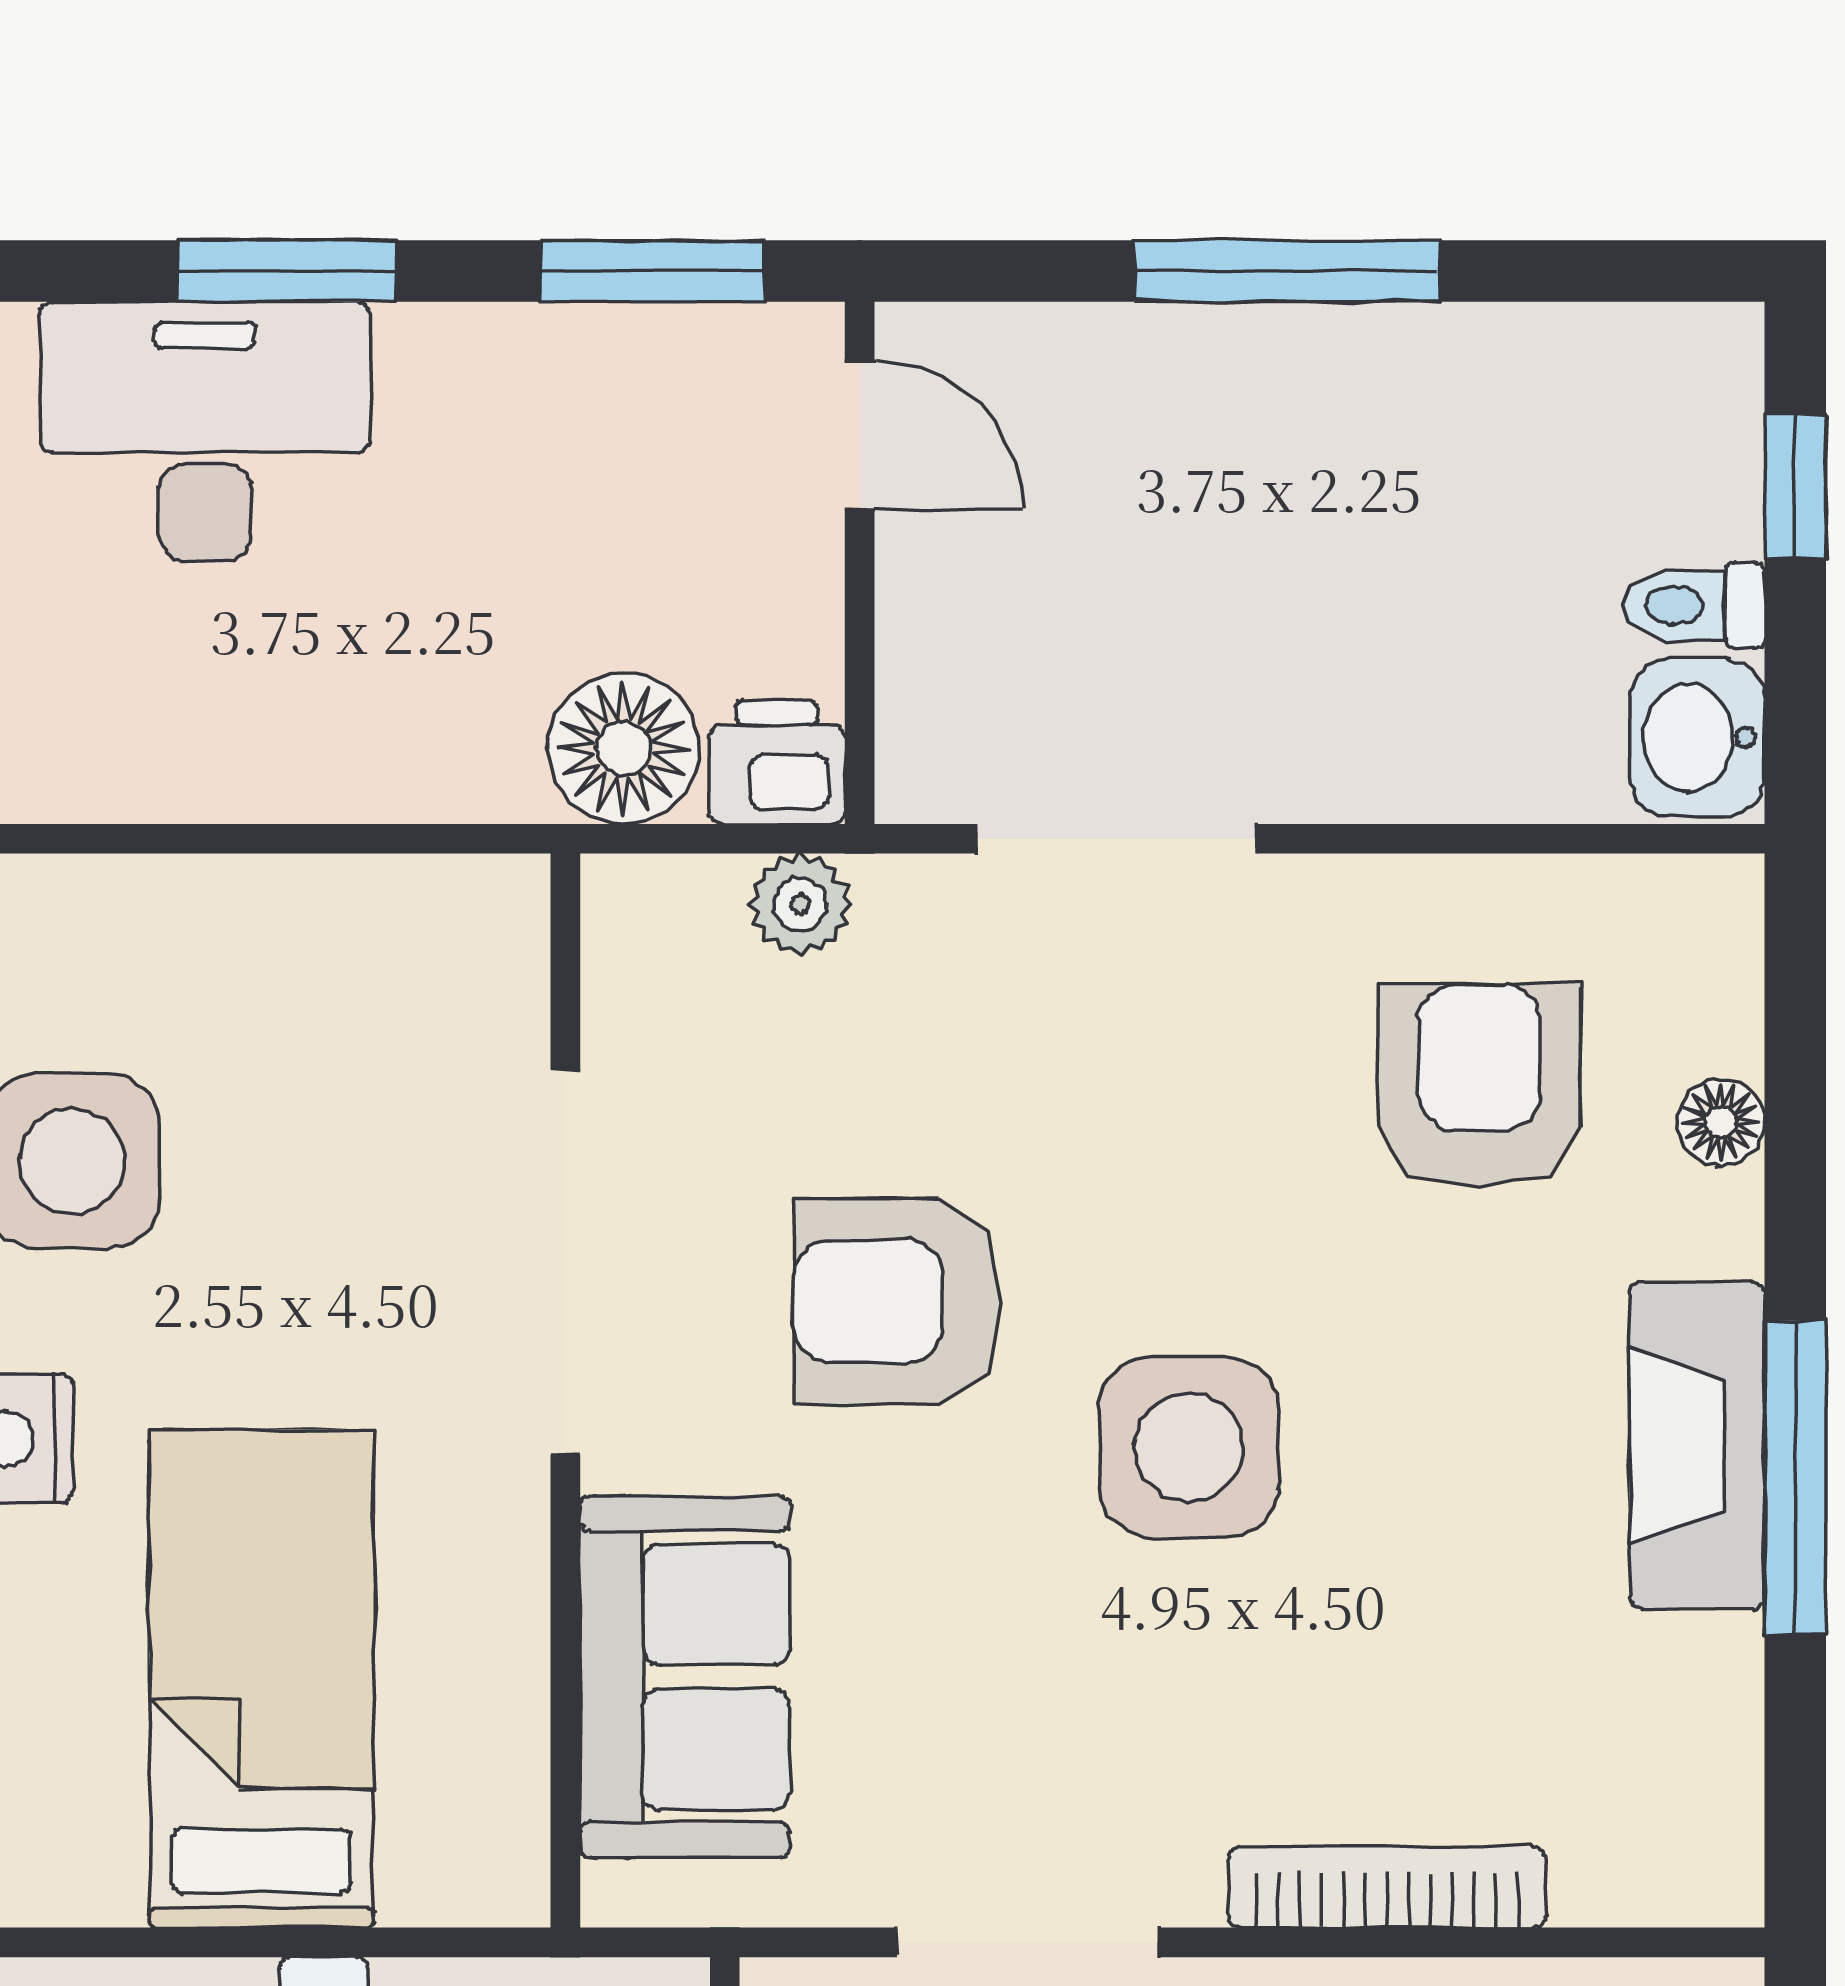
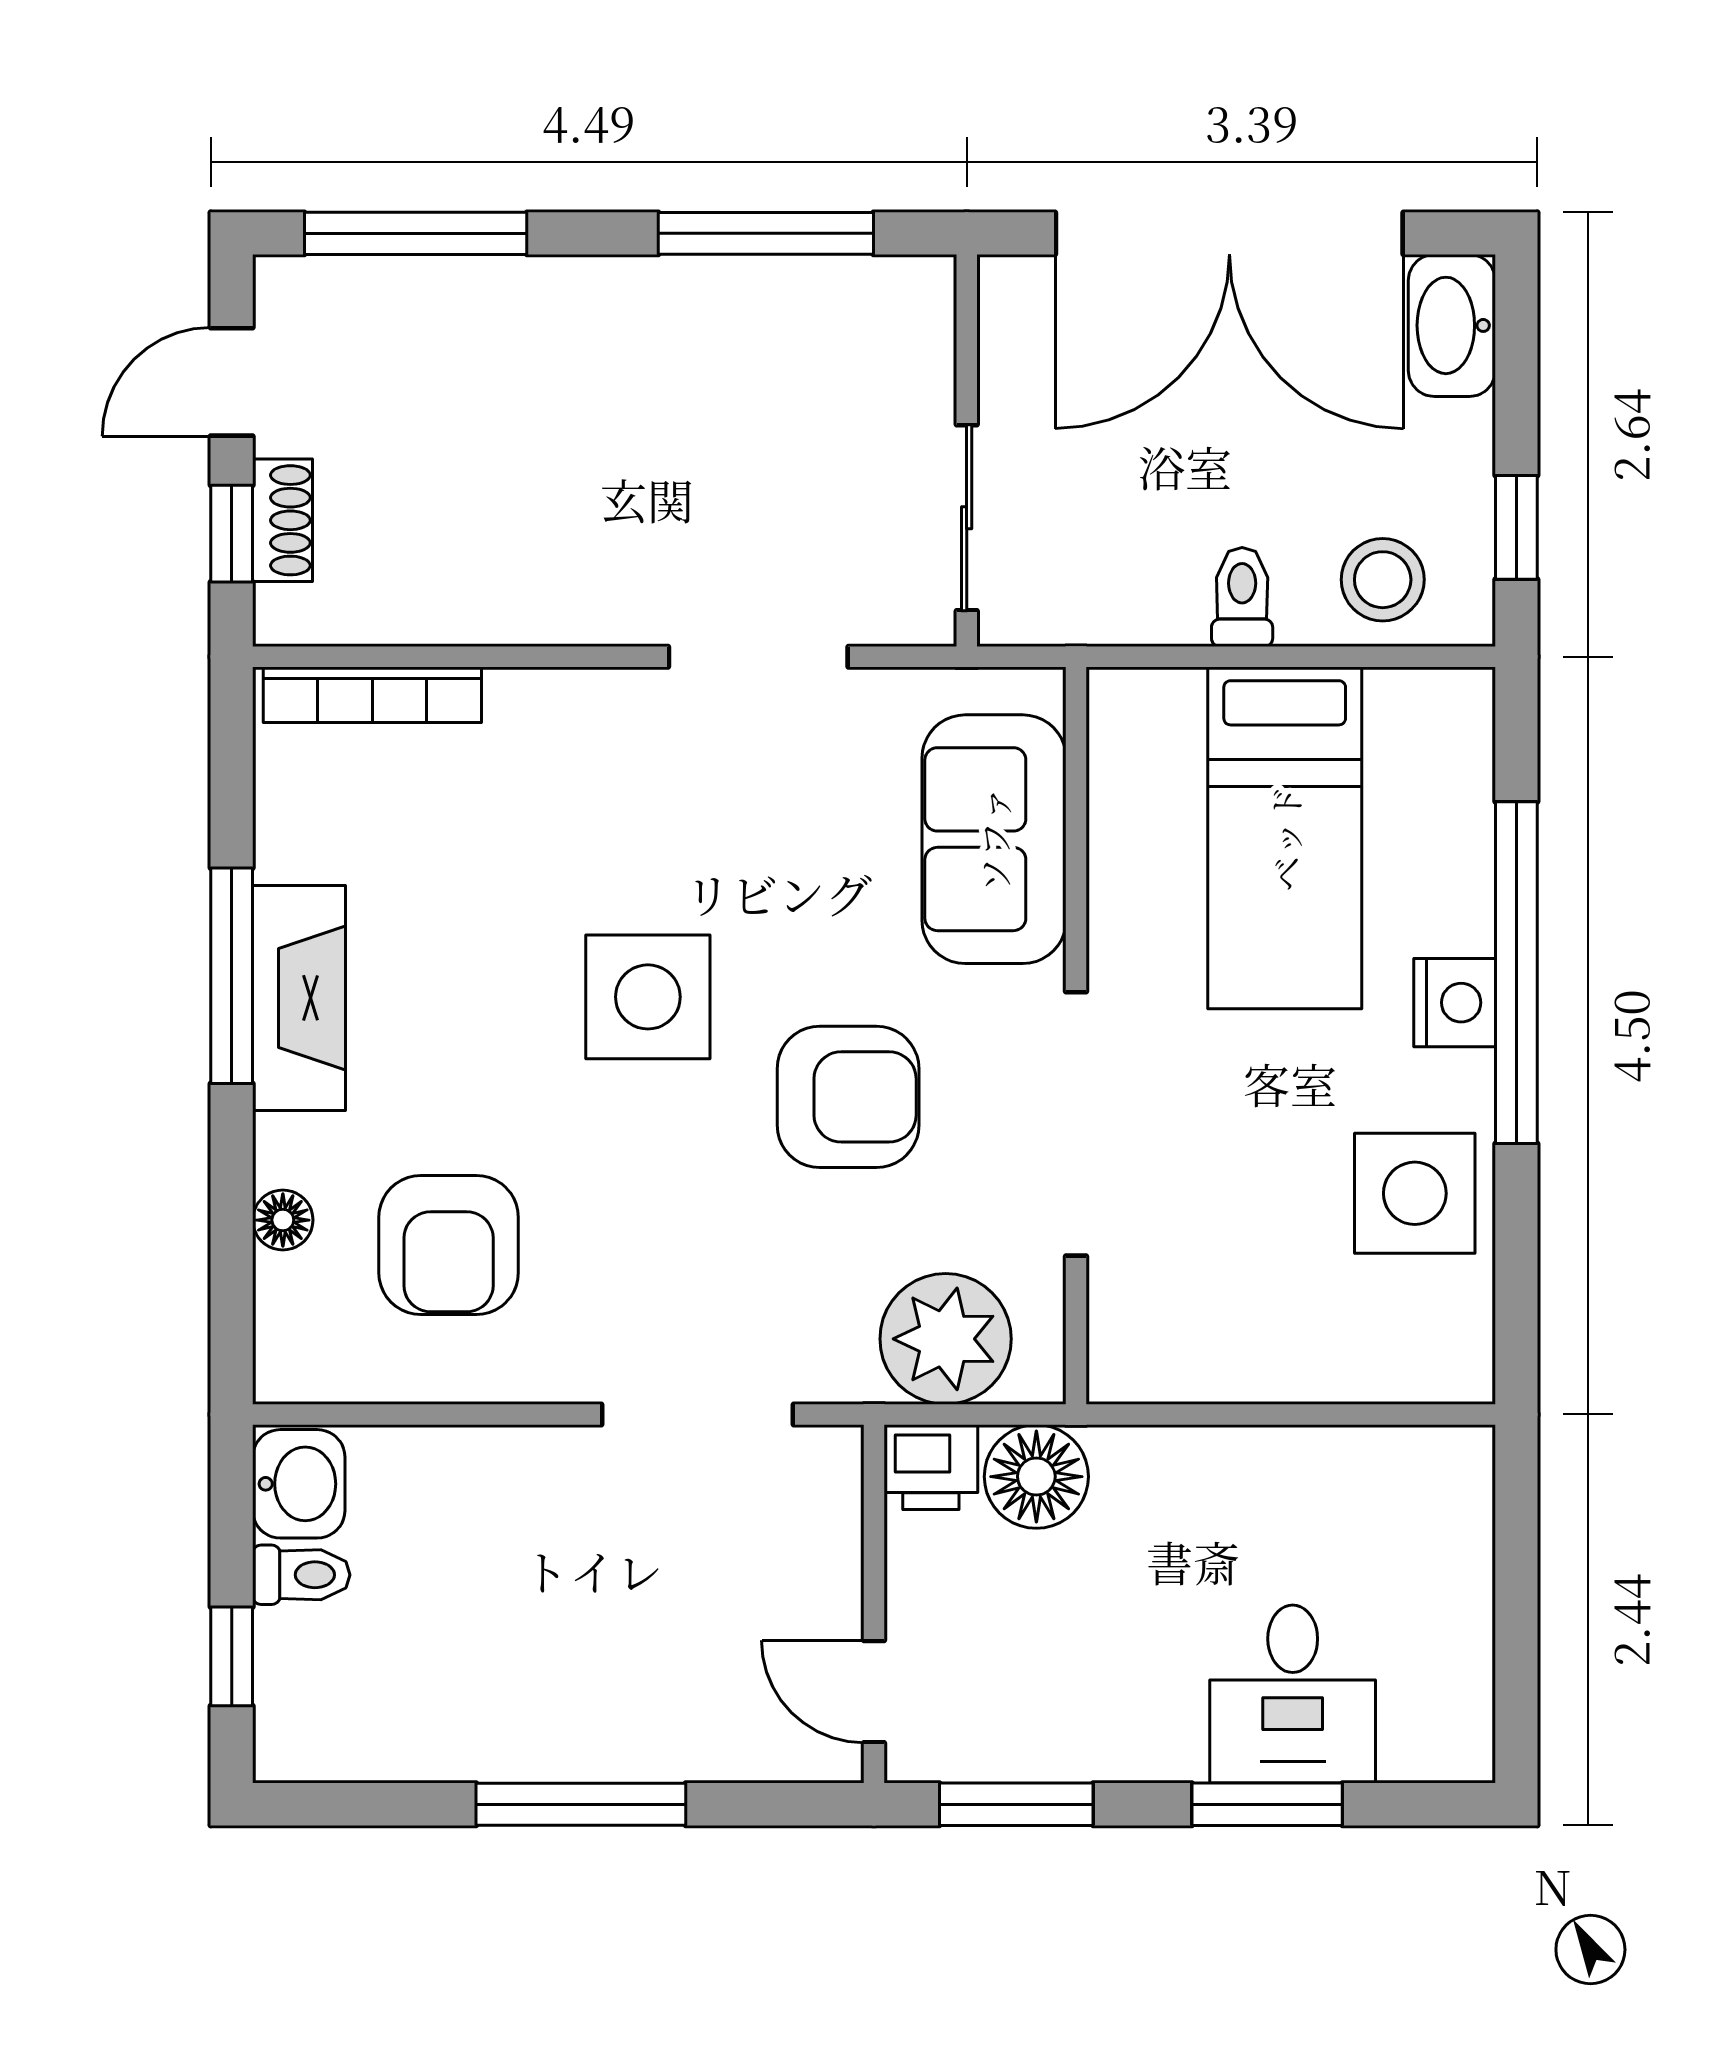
desk: (205, 431) -> (1293, 1694), width x0.73
plant: (800, 904) -> (946, 1339), width x1.87, depth x1.87
bookcase: (1387, 1887) -> (372, 695), moved

